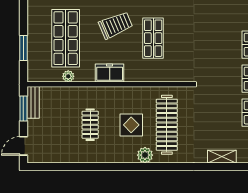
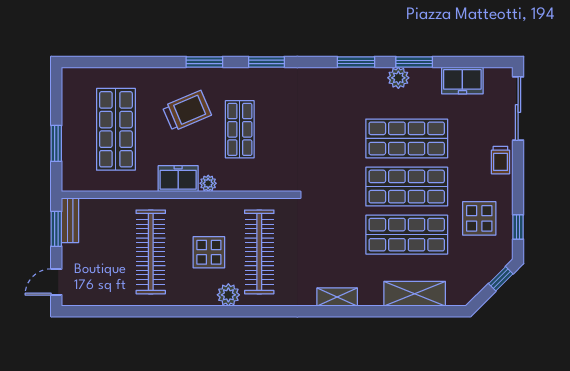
plant: (68, 76) -> (208, 183), moved
clothes rail: (90, 125) -> (151, 252), width x1.86, depth x1.31

